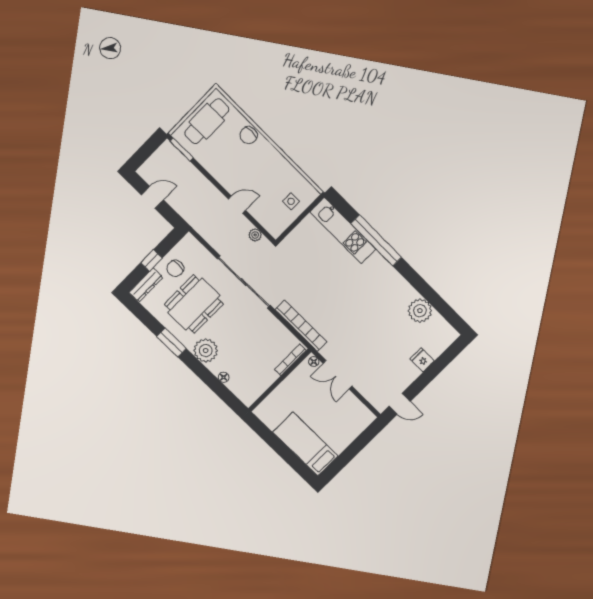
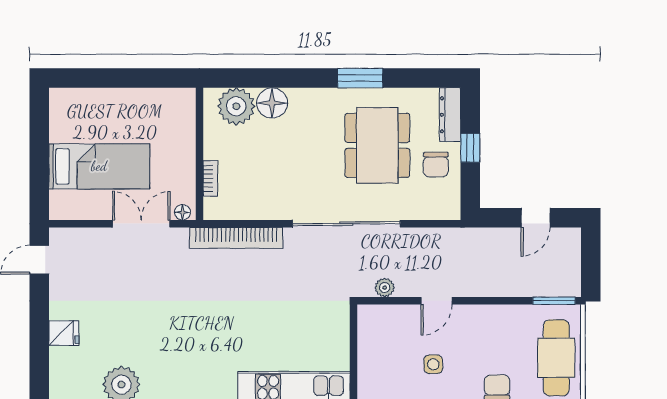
side table: (291, 201) -> (433, 364), moved
chair: (175, 268) -> (436, 165), turned 180
plant: (206, 351) -> (236, 106), moved
bookcase: (290, 360) -> (210, 178), width x0.64
floor lamp: (224, 377) -> (272, 103), width x1.89, depth x1.89
bed: (305, 444) -> (99, 166), moved

